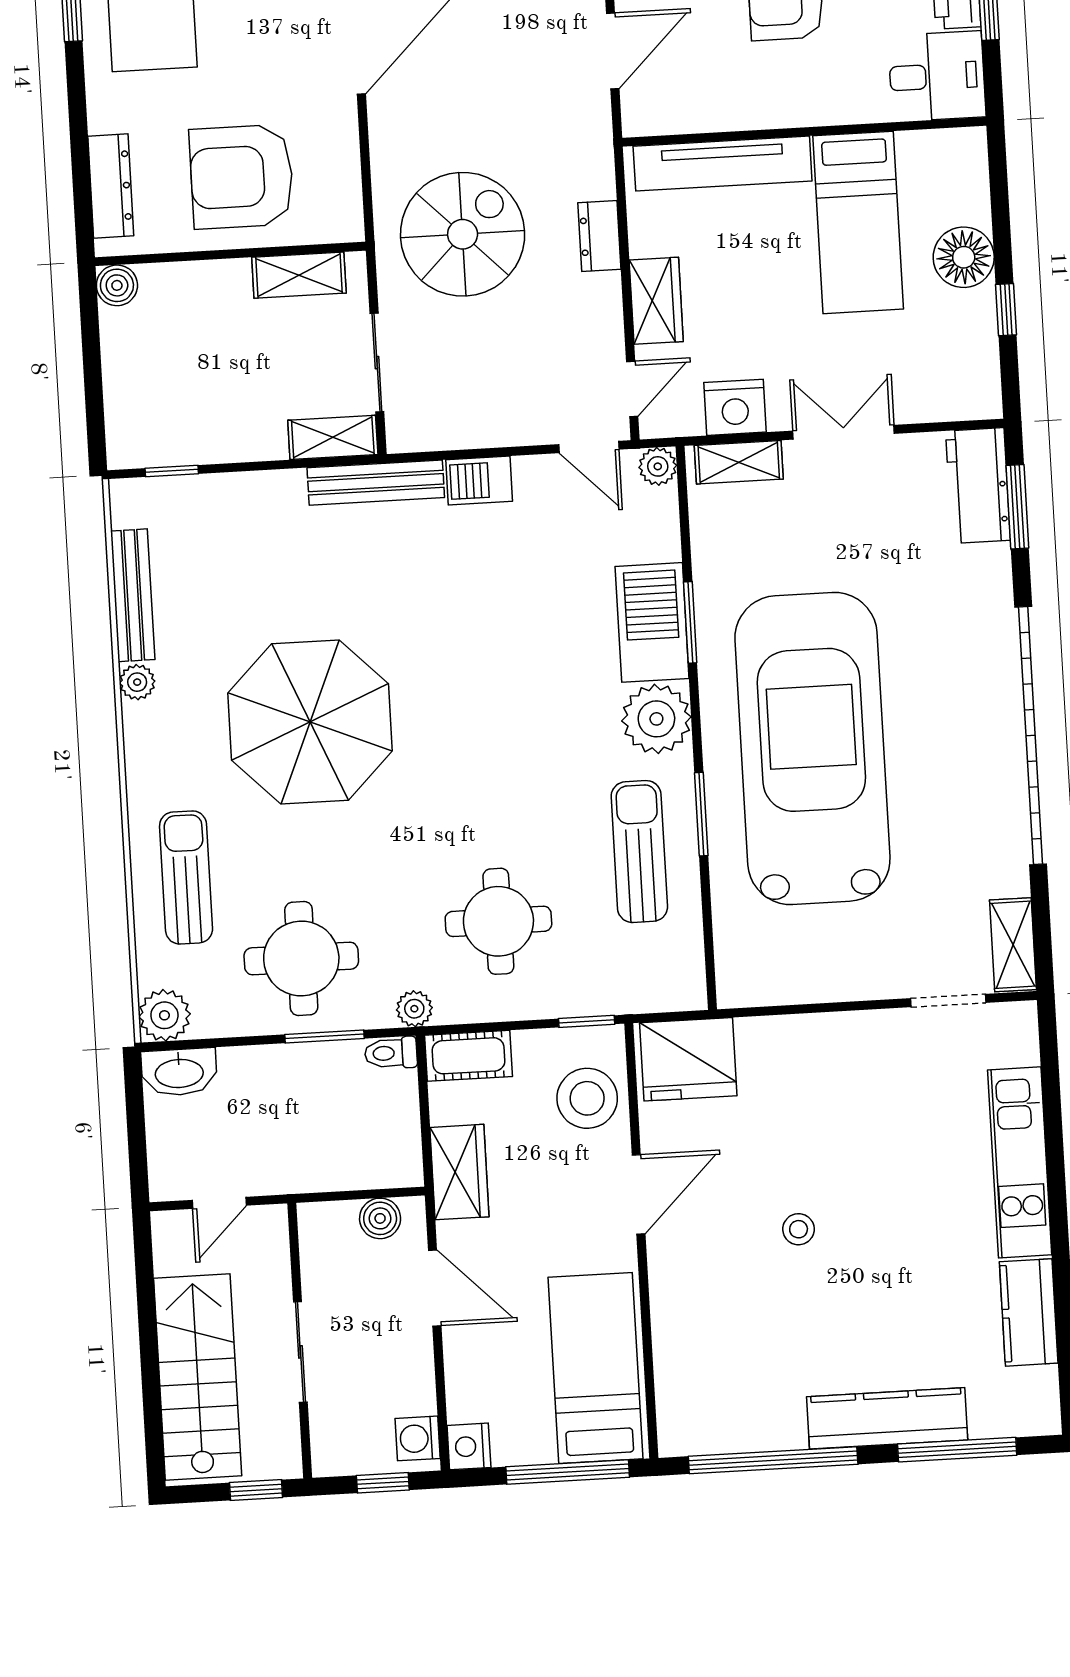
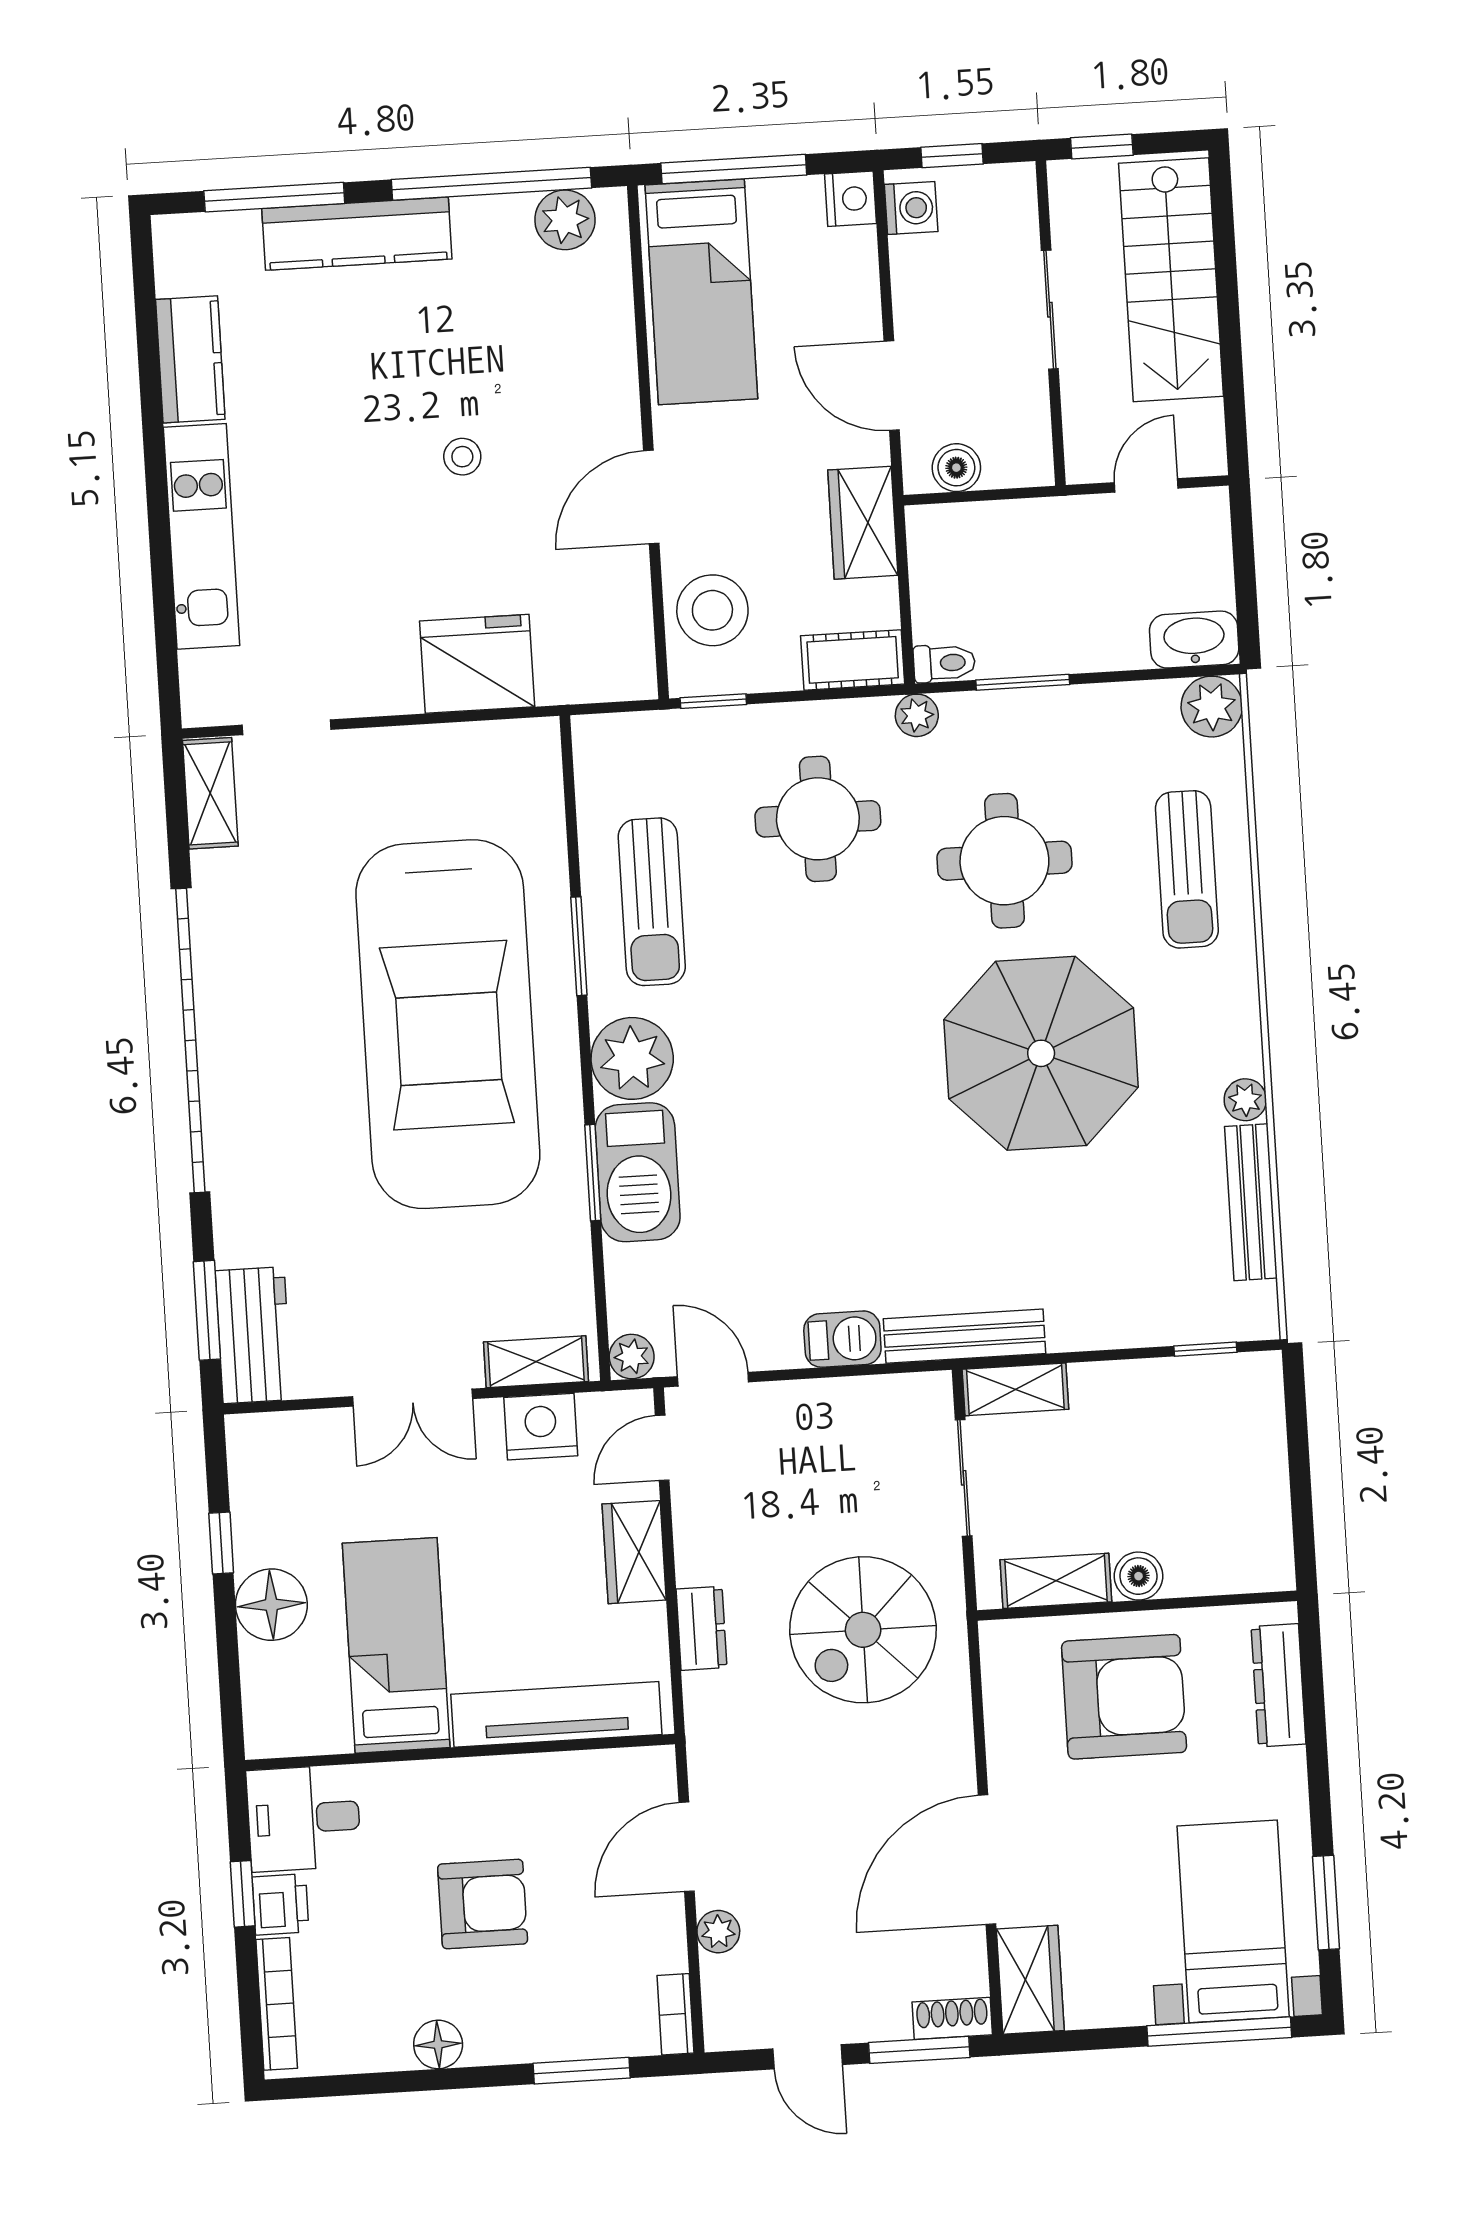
boiler: (117, 285) -> (1138, 1576), moved
round table: (301, 959) -> (1004, 861), moved
fridge: (688, 1059) -> (477, 664), moved
plant: (711, 1429) -> (565, 220), added

